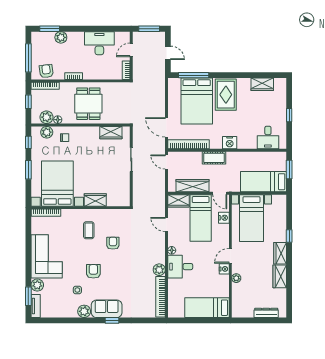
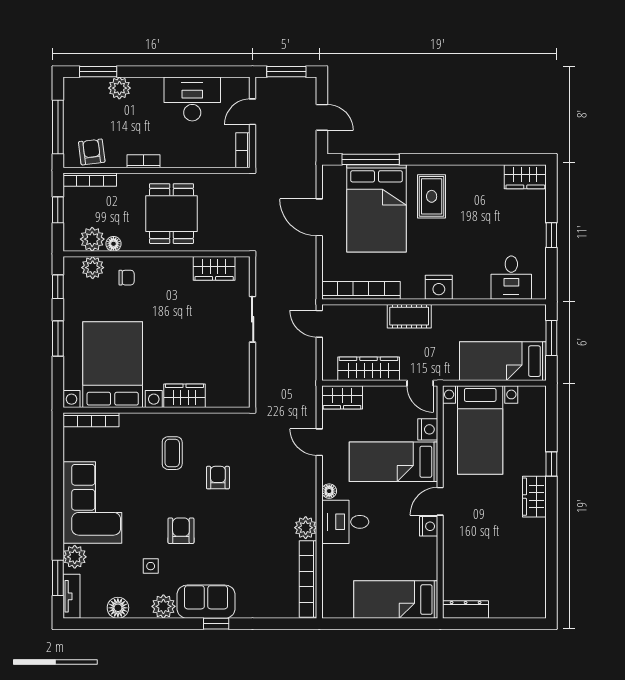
wardrobe: (262, 84) -> (525, 177), moved
rug: (226, 95) -> (432, 196), width x0.73, depth x0.70
door: (166, 127) -> (319, 217), moved
bed: (201, 218) -> (394, 462), moved, turned 90
wardrobe: (280, 276) -> (534, 540), removed
plant: (236, 278) -> (451, 544), removed
floor lamp: (60, 312) -> (118, 608), added
dresser: (266, 313) -> (466, 609), moved

